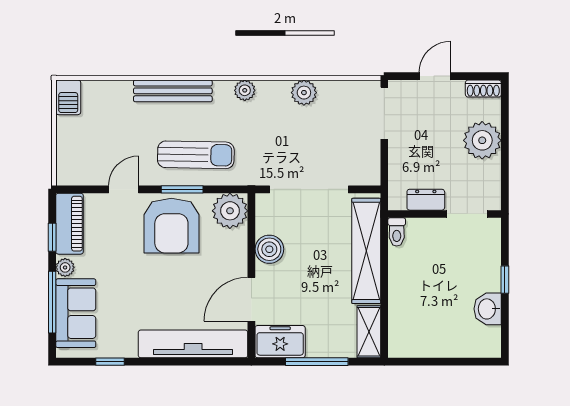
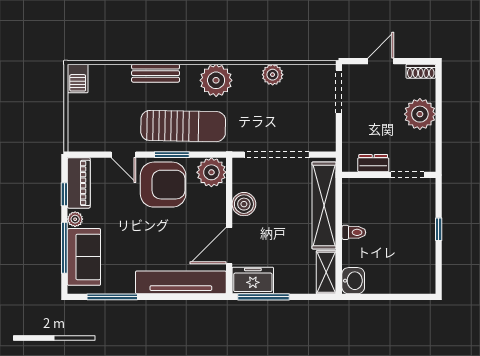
plant: (245, 90) -> (216, 80), width x1.87, depth x1.87
bench: (173, 91) -> (156, 73), width x0.73
sun lounger: (196, 155) -> (183, 126), width x1.36, depth x1.34
door: (124, 189) -> (123, 155), swing flipped
armchair: (171, 226) -> (163, 185), turned -90
toilet: (397, 232) -> (354, 232), moved, turned -90
washbasin: (488, 309) -> (353, 281), moved, turned 180
window: (110, 362) -> (112, 297), width x2.17
window: (317, 362) -> (263, 297), moved

